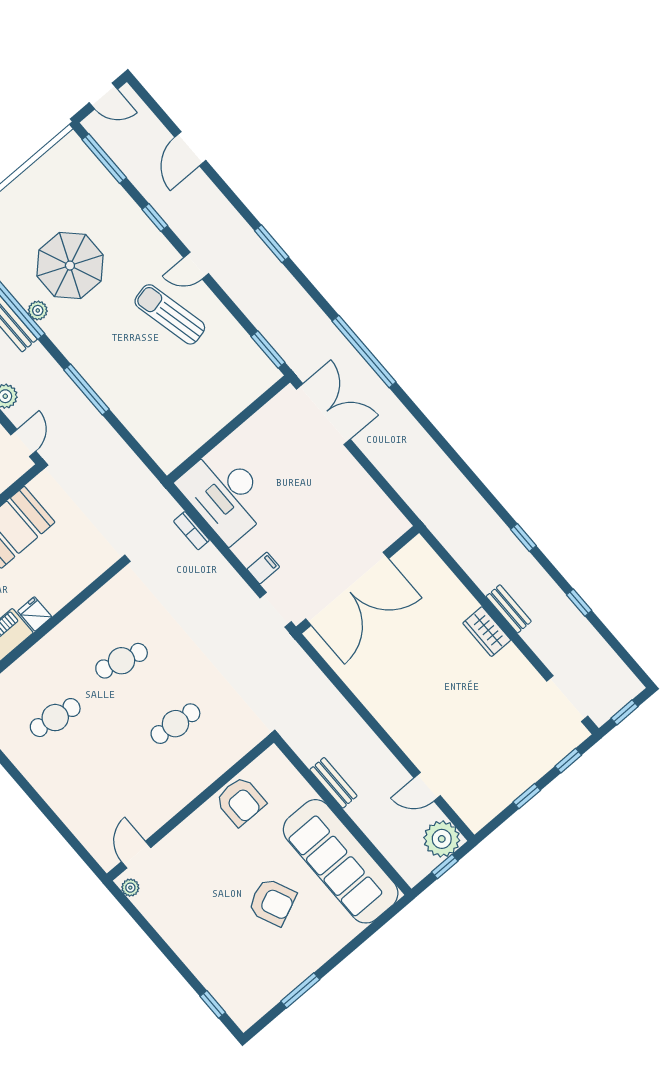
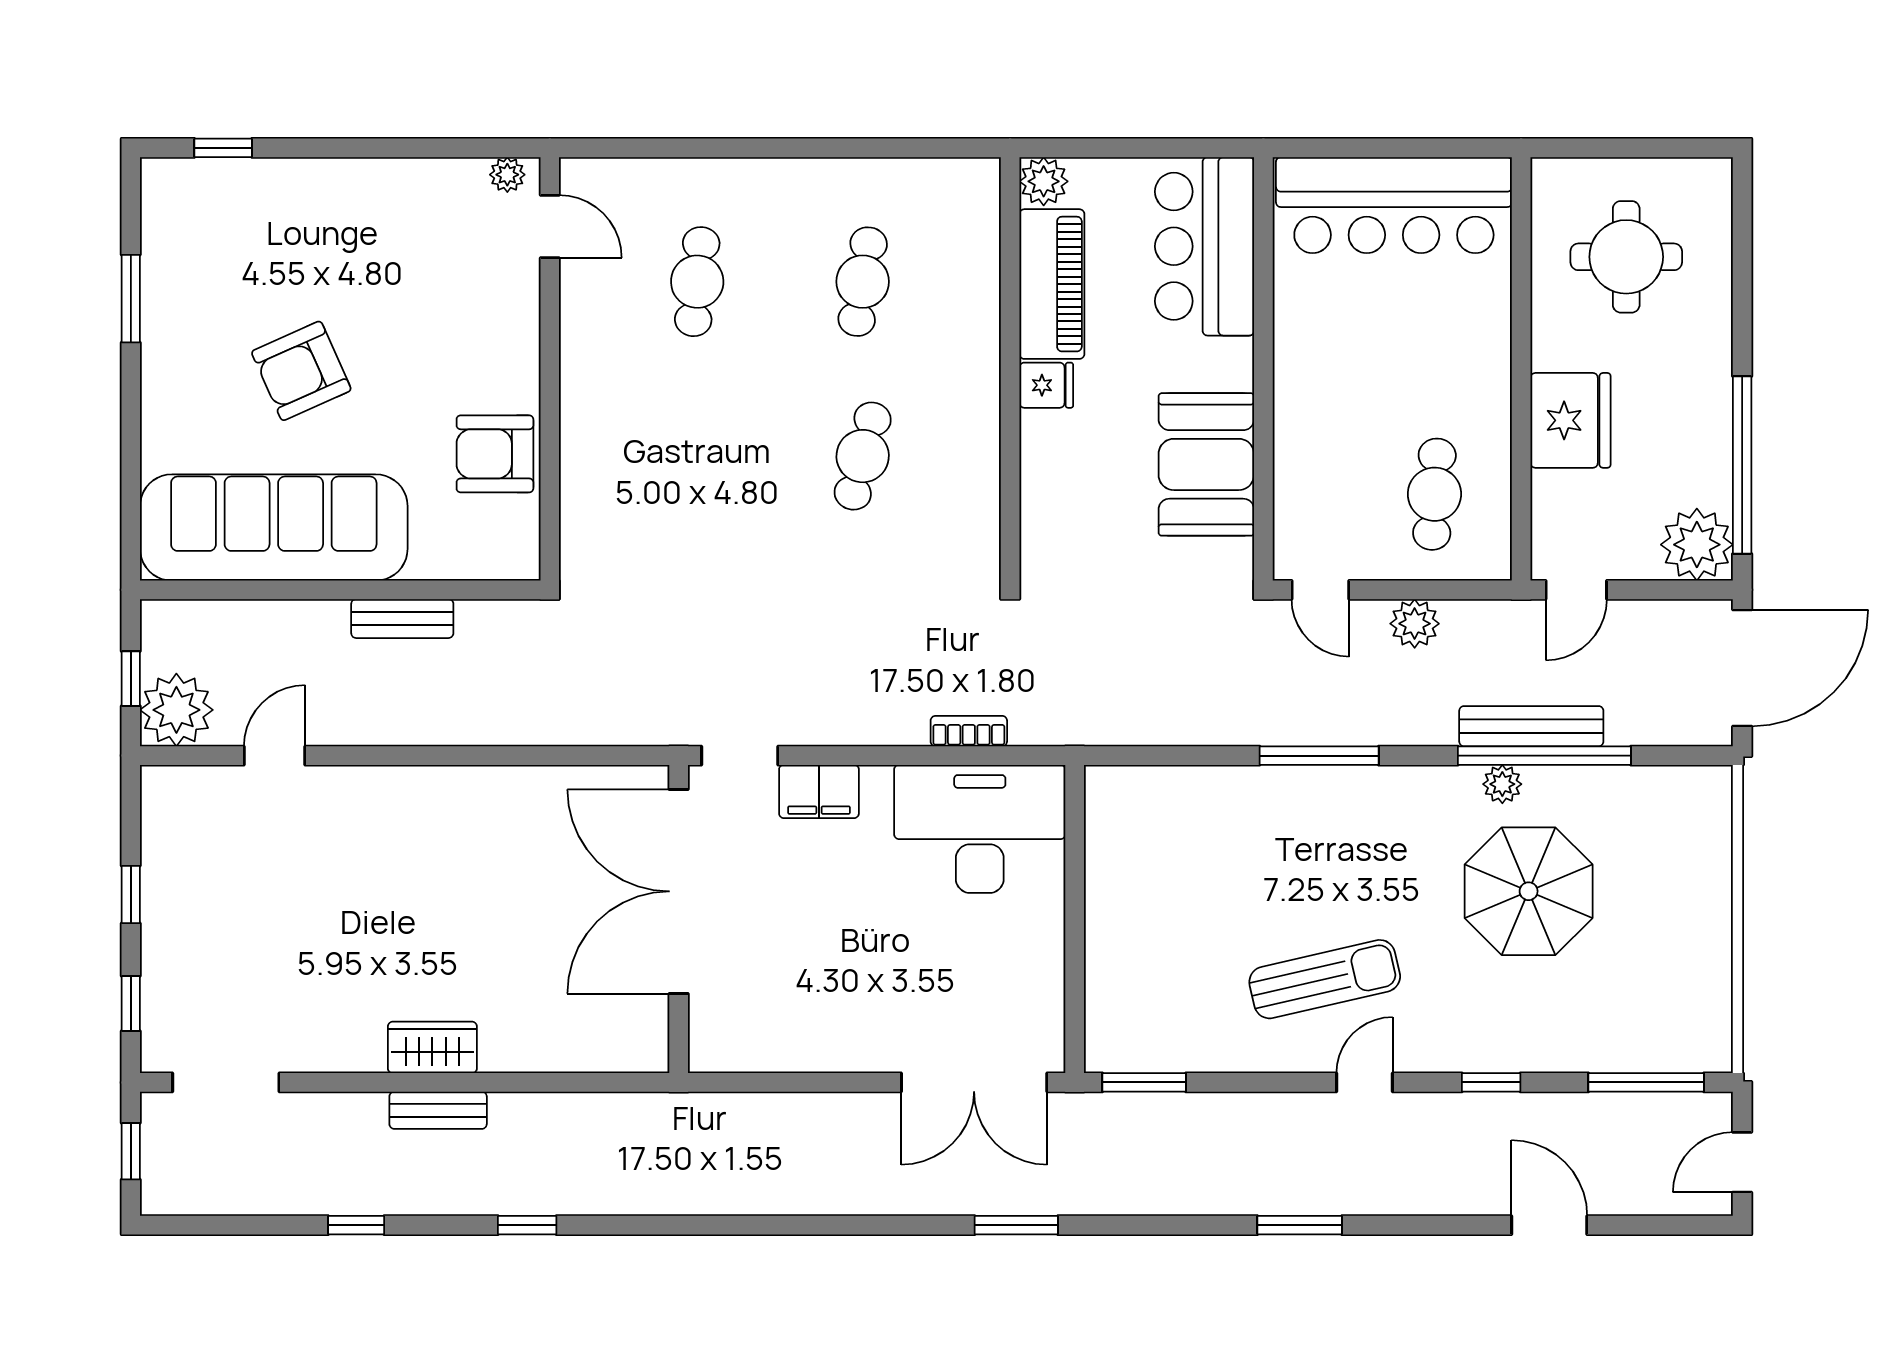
window: (364, 352) -> (1016, 1225), width x0.47
filing cabinet: (263, 568) -> (819, 791), width x2.00
cafe table: (175, 724) -> (697, 282), moved

